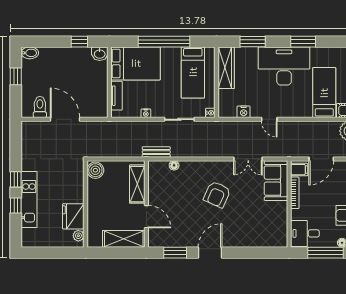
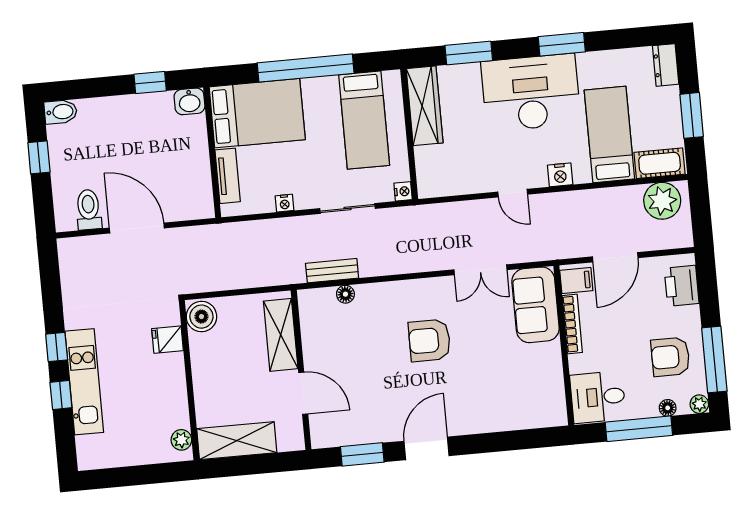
nightstand: (244, 112) -> (560, 175), moved
bench: (156, 152) -> (332, 271), moved
armchair: (217, 194) -> (429, 340), turned 66
fridge: (73, 216) -> (168, 340), moved, width x0.53, depth x0.75
shelving: (124, 239) -> (237, 441), moved

